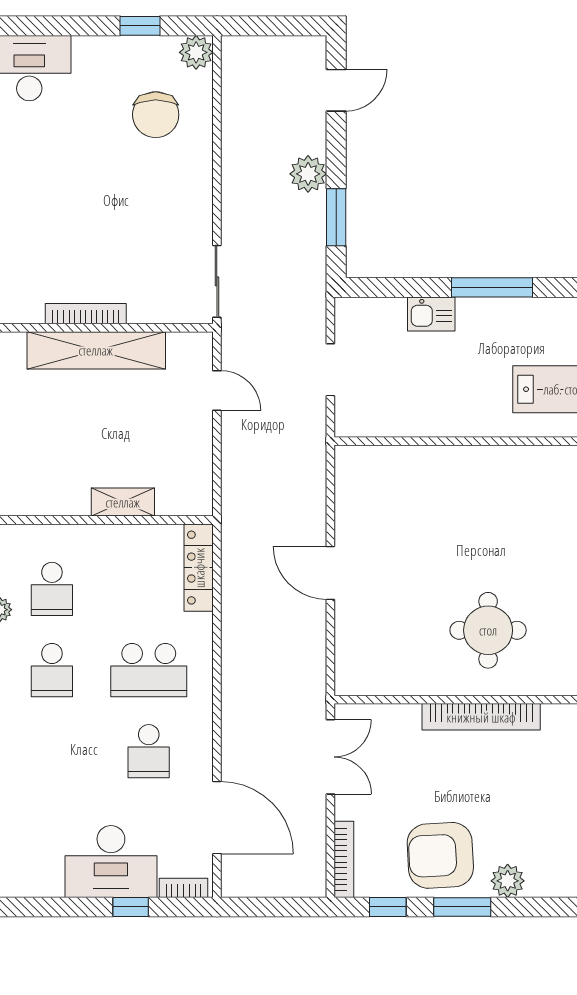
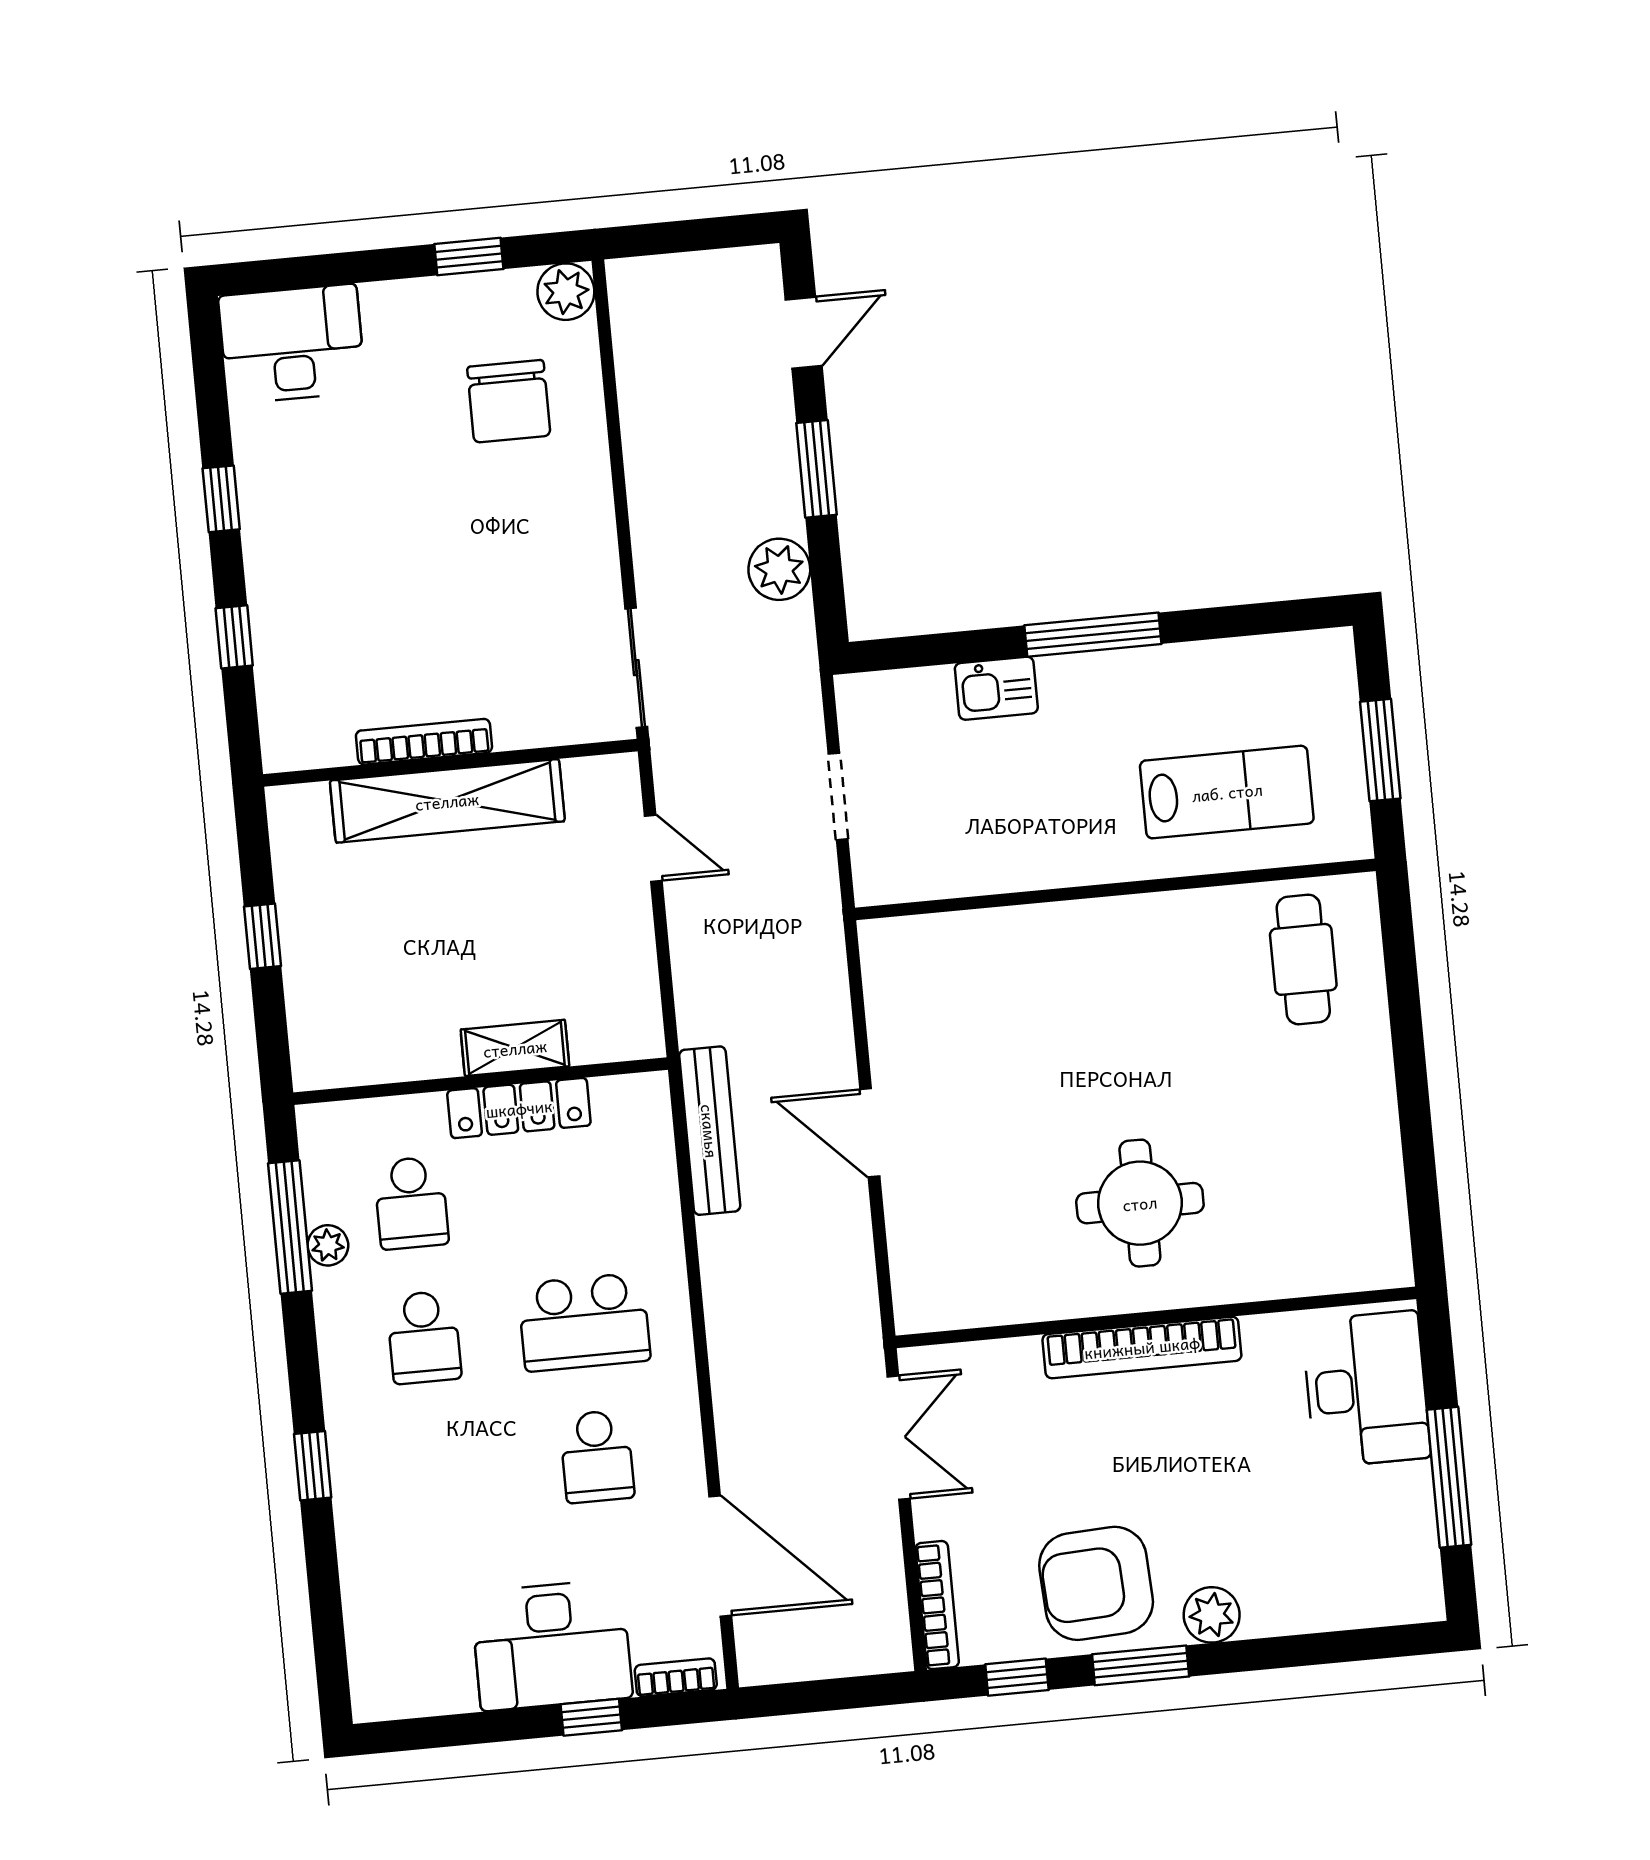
plant: (308, 174) -> (779, 569), moved
window: (336, 217) -> (817, 469), moved
bench: (235, 563) -> (710, 1131), added
locker: (199, 568) -> (519, 1108), moved, turned -90

